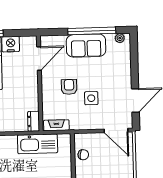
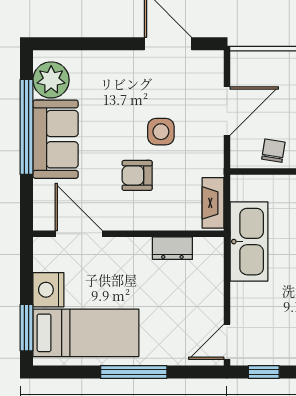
plant: (120, 38) -> (51, 80), width x1.87, depth x1.87
dresser: (34, 121) -> (172, 248), moved
door: (116, 131) -> (227, 111), moved

